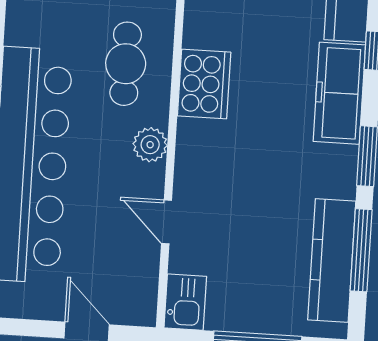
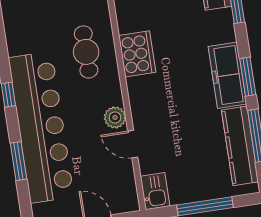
freezer: (339, 93) -> (227, 75), moved
plant: (150, 145) -> (115, 117), moved

